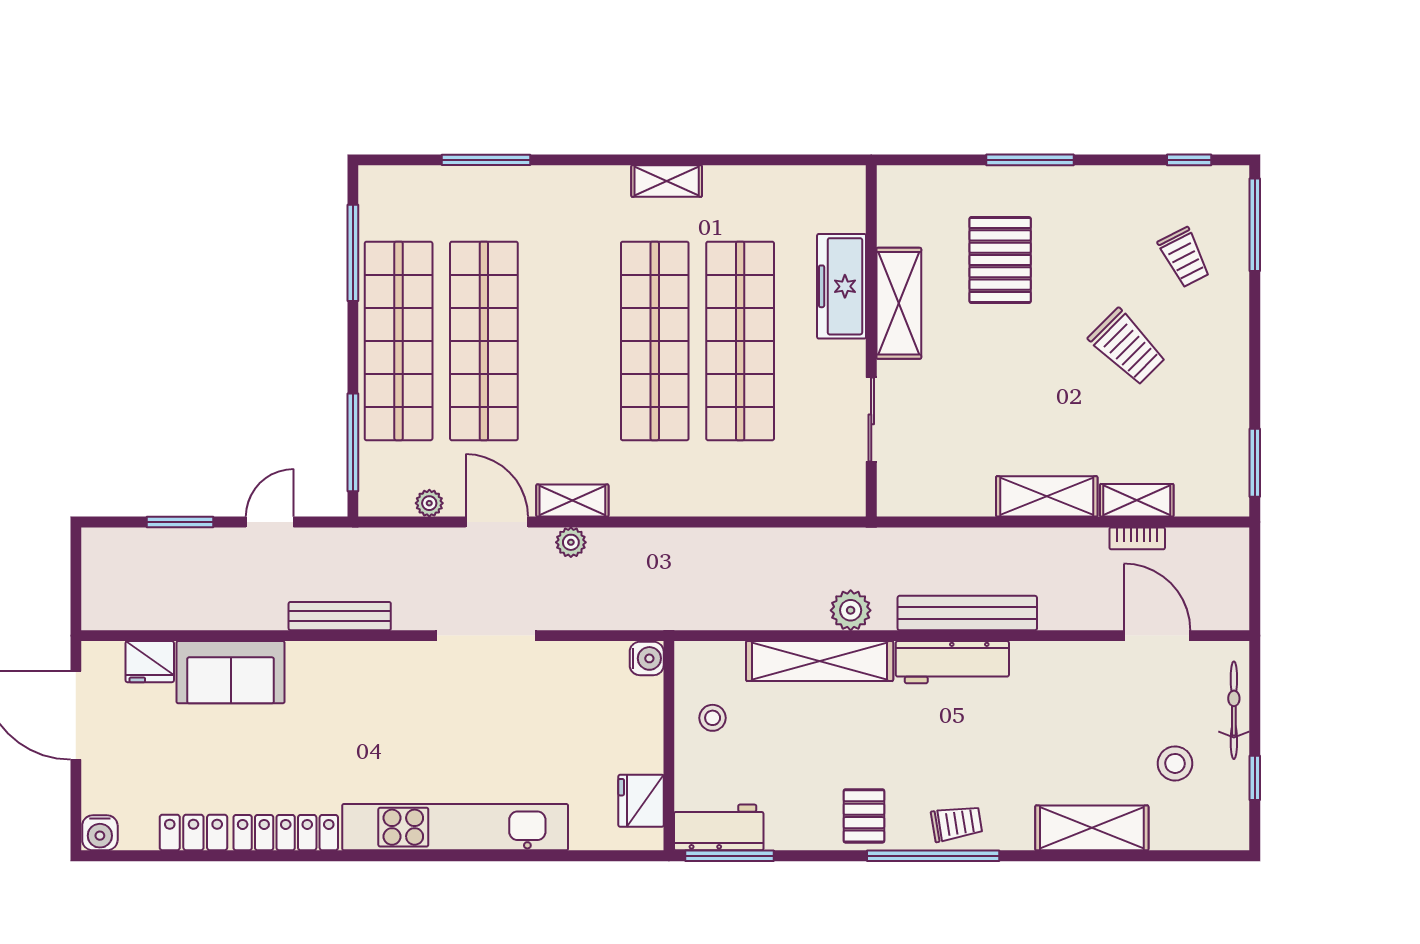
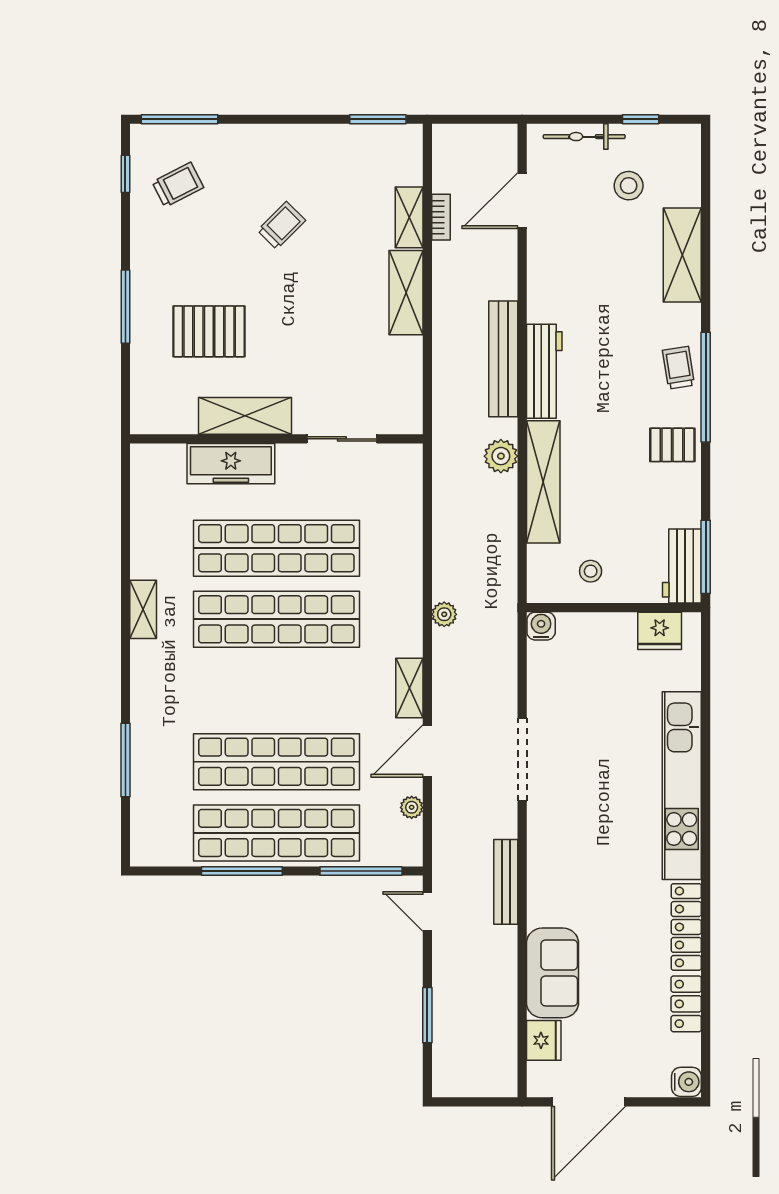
window: (353, 253) -> (242, 871), moved
trolley: (1184, 257) -> (178, 185), moved
trolley: (1127, 347) -> (282, 225), width x0.73, depth x0.72
door: (270, 522) -> (427, 912), moved
plant: (571, 542) -> (444, 614), moved

